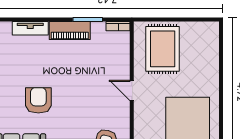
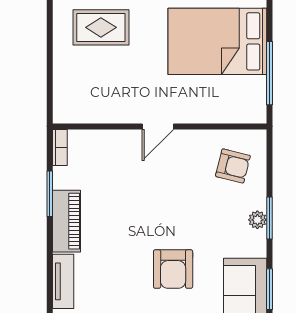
rug: (163, 49) -> (101, 27), moved, width x0.73, depth x0.70
armchair: (38, 100) -> (173, 269), turned -90

